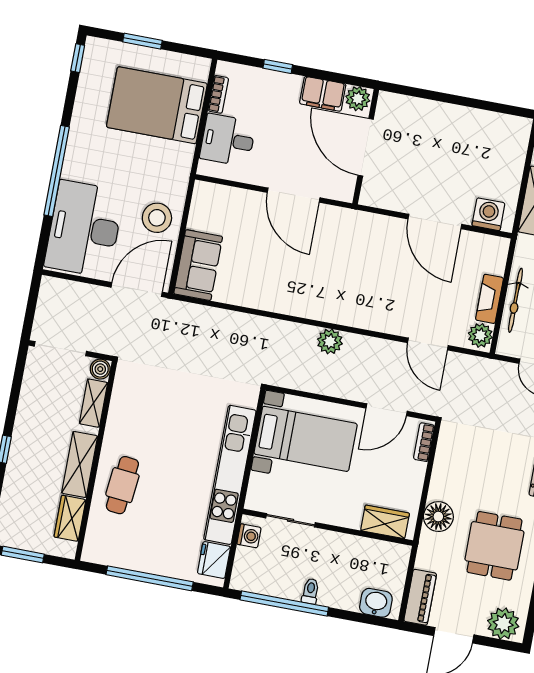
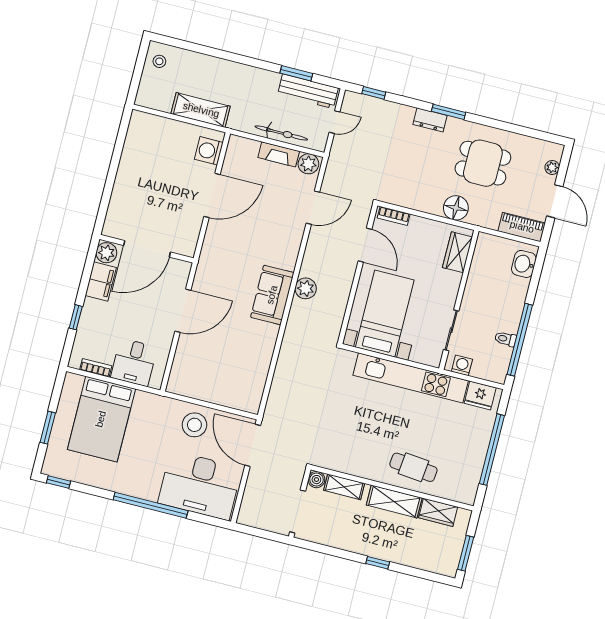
sofa: (198, 265) -> (272, 295), moved, turned -90
toilet: (310, 591) -> (505, 339), moved
plant: (503, 624) -> (552, 167), width x0.53, depth x0.53

